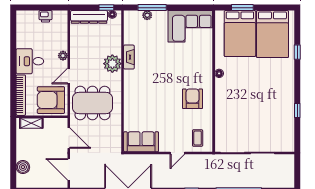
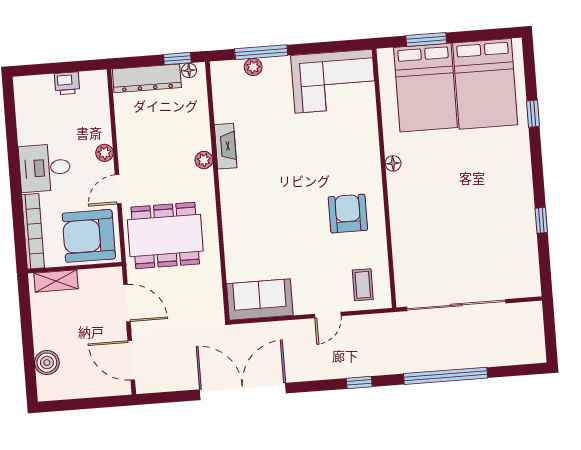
plant: (112, 64) -> (204, 160), width x0.53, depth x0.53

